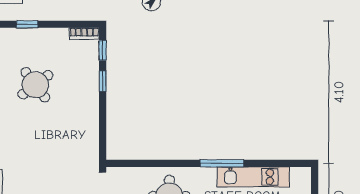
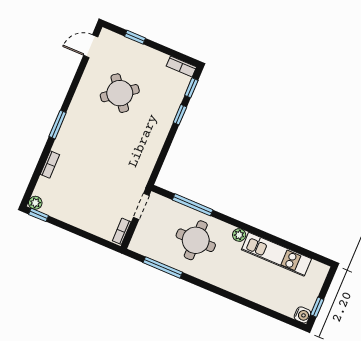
window: (222, 163) -> (193, 205), moved
plant: (209, 174) -> (239, 235), added

